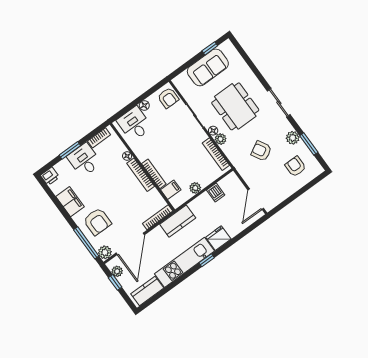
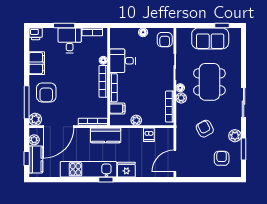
desk: (134, 124) -> (122, 61), moved, turned -90
window: (115, 282) -> (27, 159), moved
kitchen counter: (147, 291) -> (36, 159), moved, turned 90

